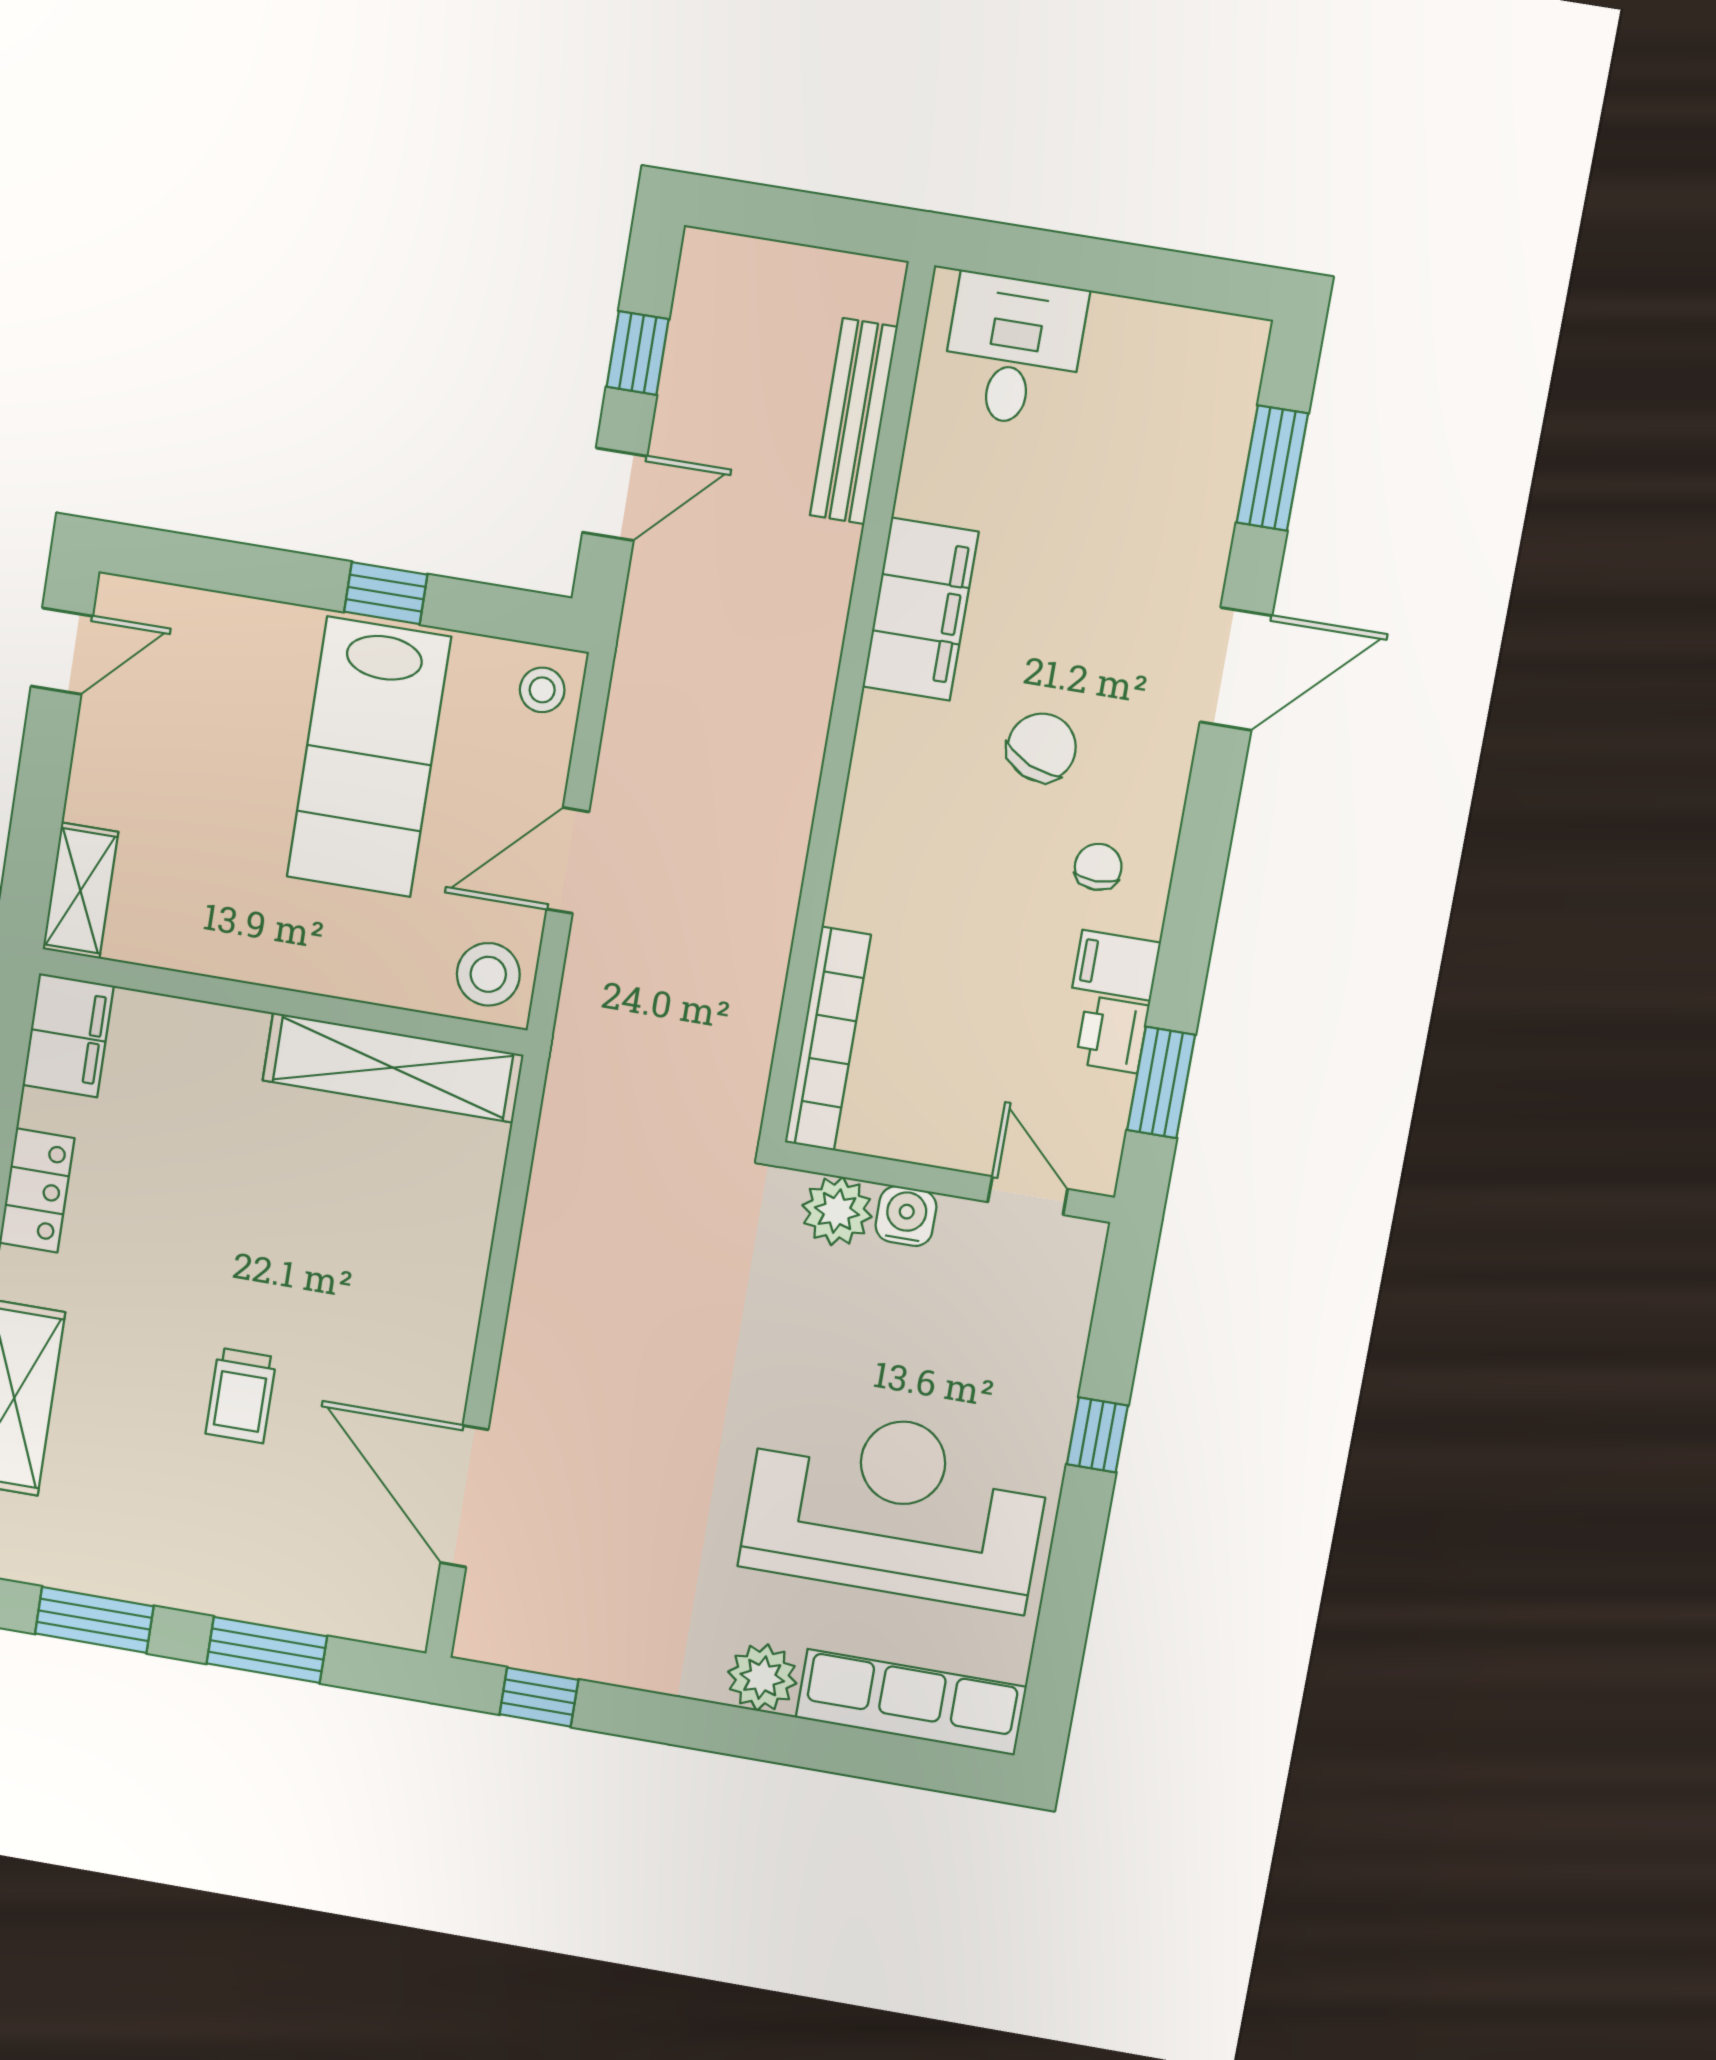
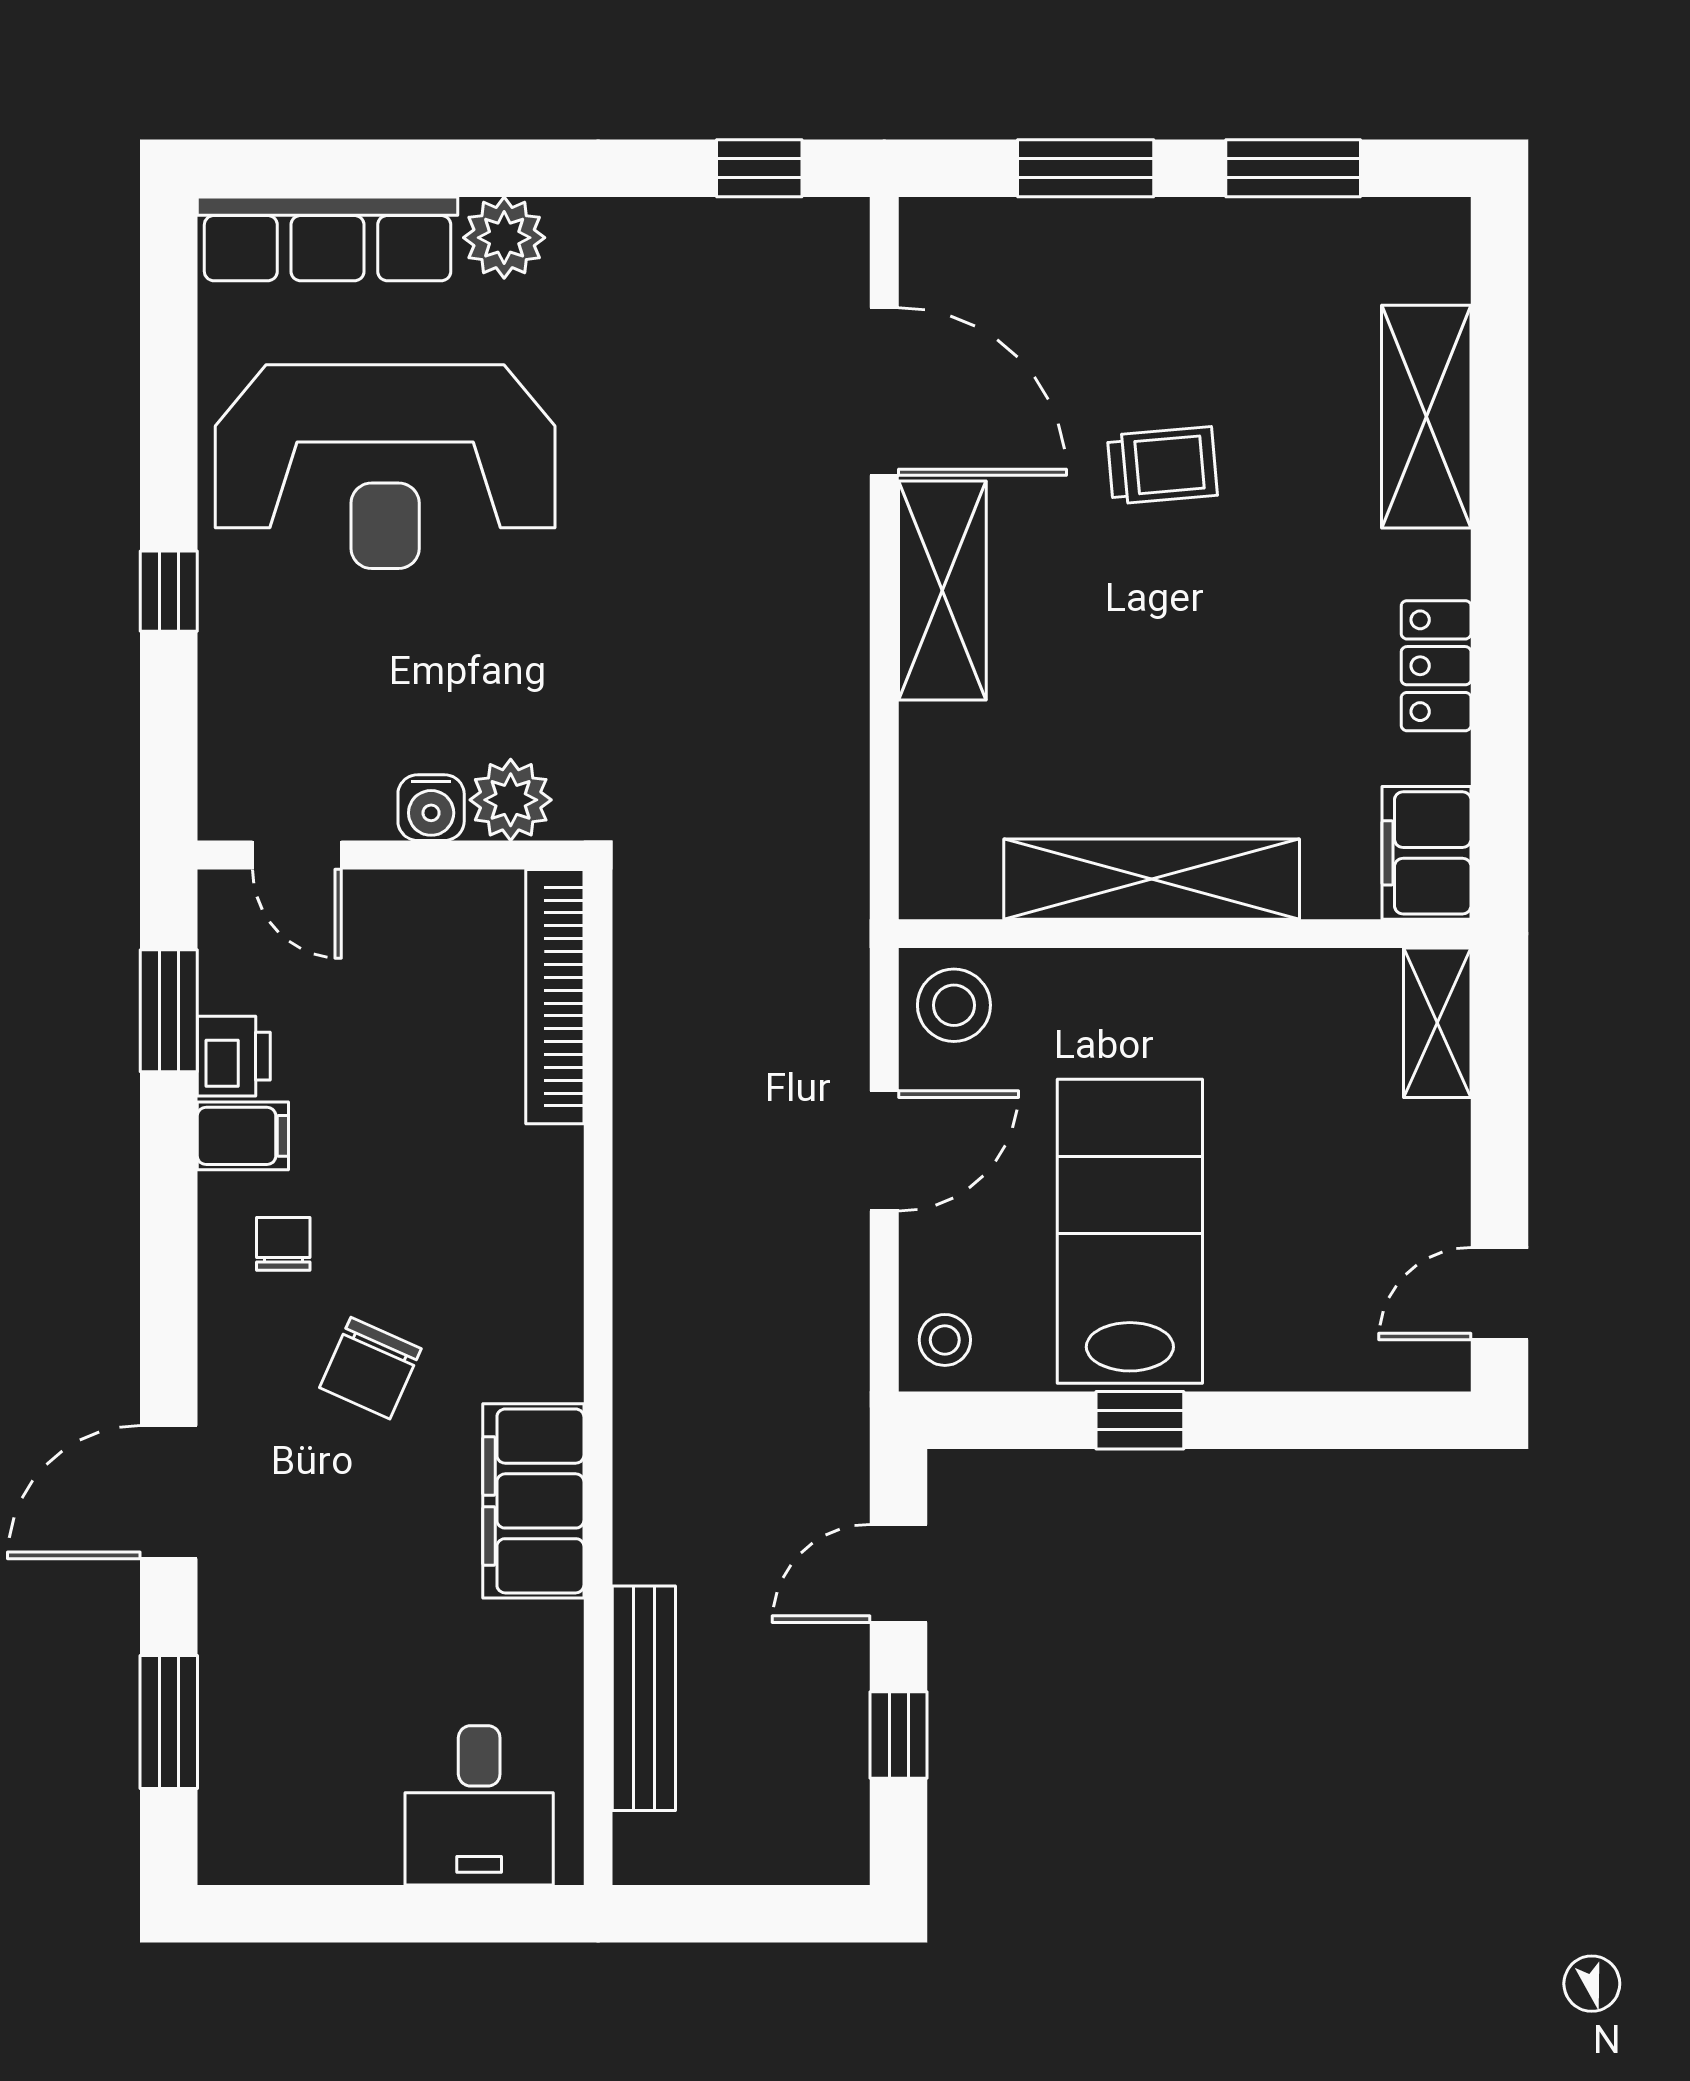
chair: (1098, 867) -> (283, 1244), turned 180
shelving: (393, 1068) -> (1152, 879), moved
shelving: (442, 1324) -> (942, 591), added
trolley: (241, 1395) -> (1162, 465), turned 85

